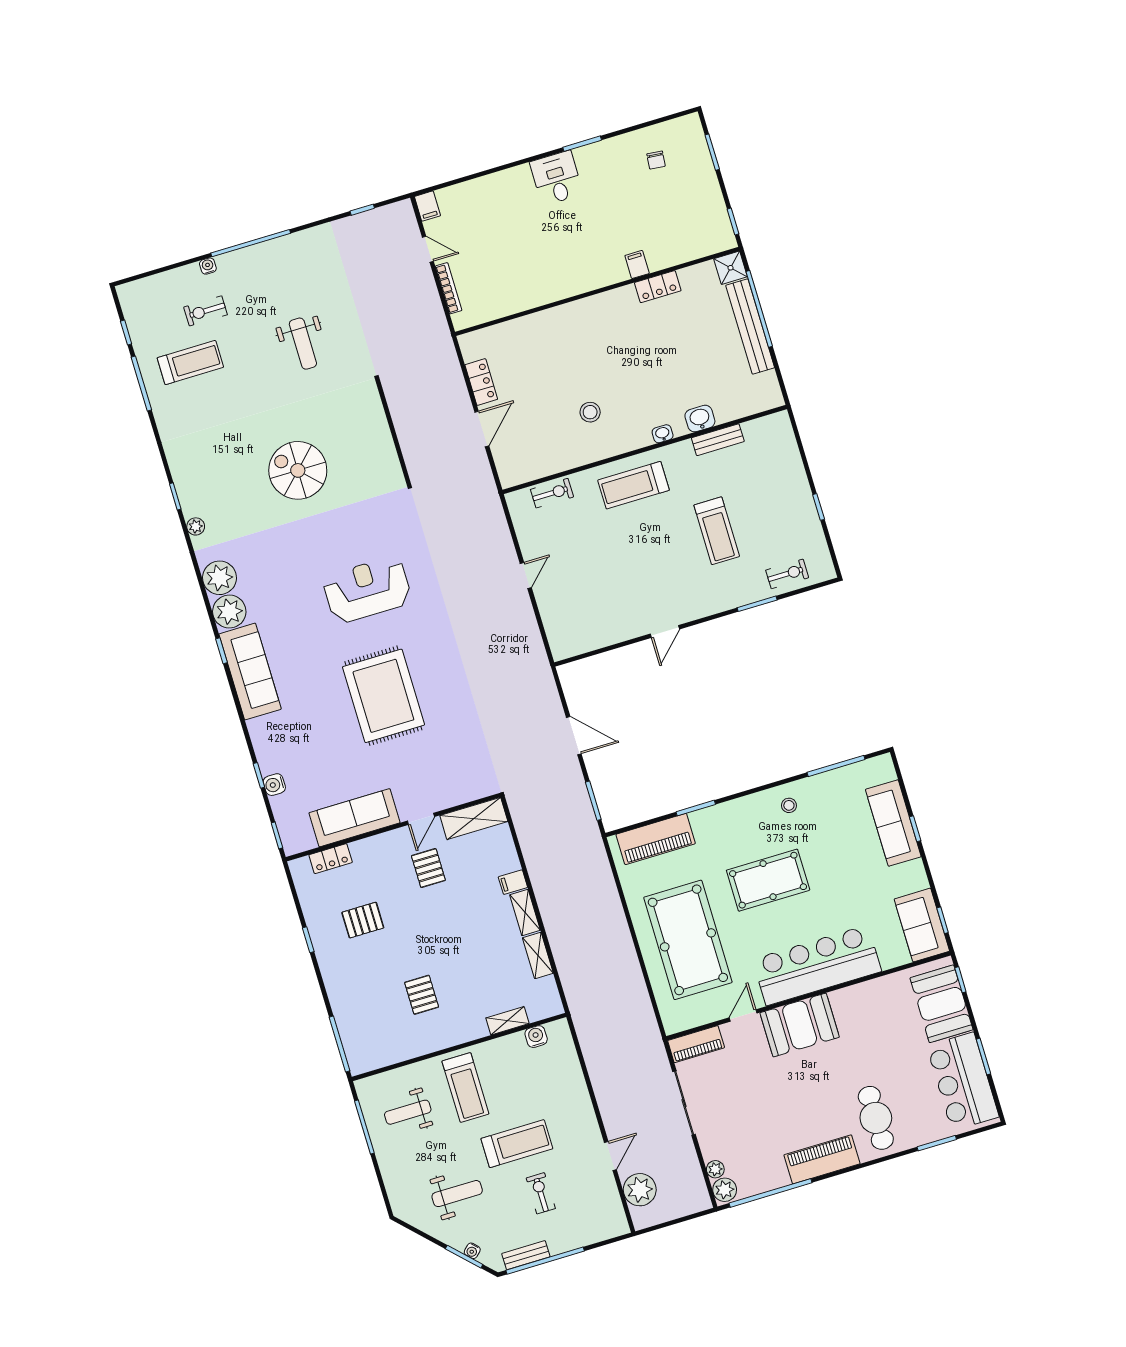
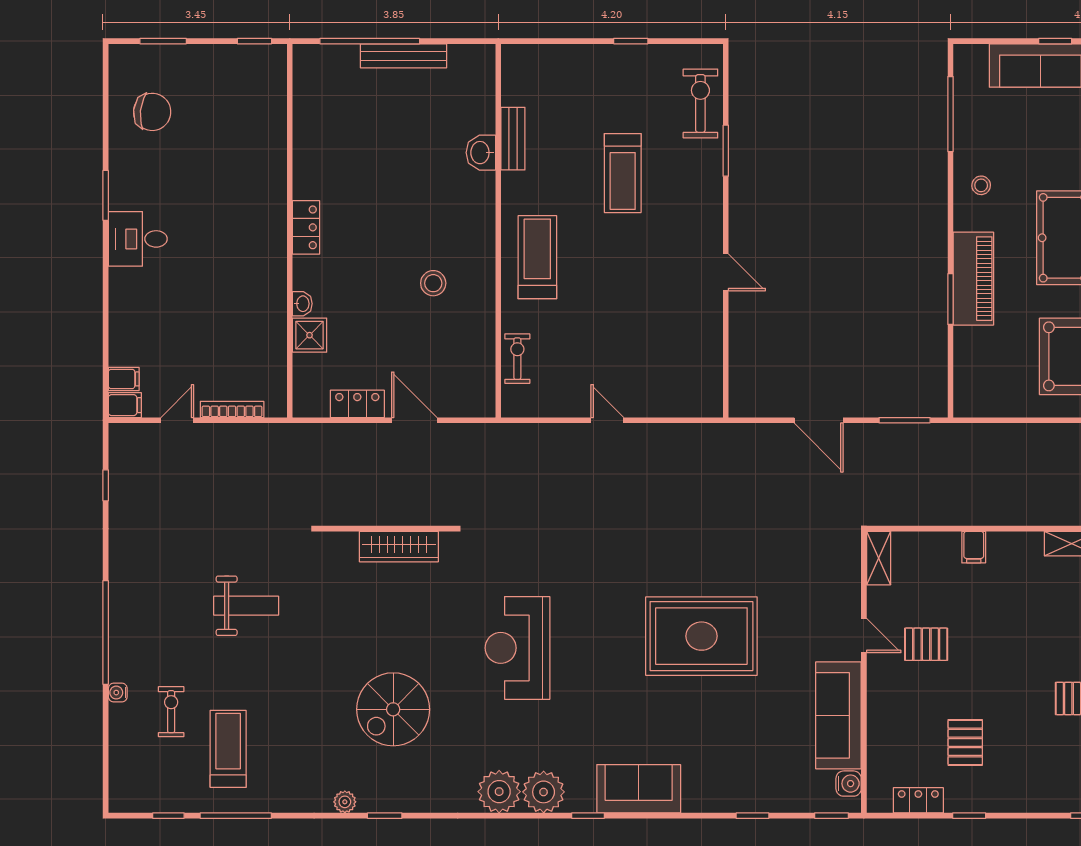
chair: (656, 160) -> (152, 112), width x1.87, depth x1.87
filing cabinet: (637, 264) -> (124, 379), moved, turned 180
shower: (730, 268) -> (310, 335), moved
locker: (658, 287) -> (306, 227), moved
exercise bike: (205, 311) -> (171, 712), turned 180
bench: (750, 326) -> (403, 56), width x0.73, depth x0.82
washbasin: (663, 434) -> (302, 304), moved, turned 180
wardrobe: (383, 446) -> (399, 547), added
spiral stairs: (298, 470) -> (393, 709), moved
treadmill: (633, 485) -> (537, 257), turned 180
plant: (196, 526) -> (345, 802), moved
treadmill: (717, 531) -> (623, 173), turned 90
exercise bike: (787, 574) -> (700, 103), width x1.38, depth x1.39
reception desk: (367, 590) -> (517, 648), moved
sofa: (250, 672) -> (639, 789), width x0.73
door: (574, 736) -> (819, 420), swing flipped
water cooler: (274, 785) -> (849, 784), moved, turned -90
shelving: (474, 818) -> (879, 558), width x0.67, depth x0.75
piano: (656, 839) -> (973, 279), moved
locker: (331, 859) -> (918, 800), moved, turned -90
shelving: (525, 913) -> (1015, 544), removed

